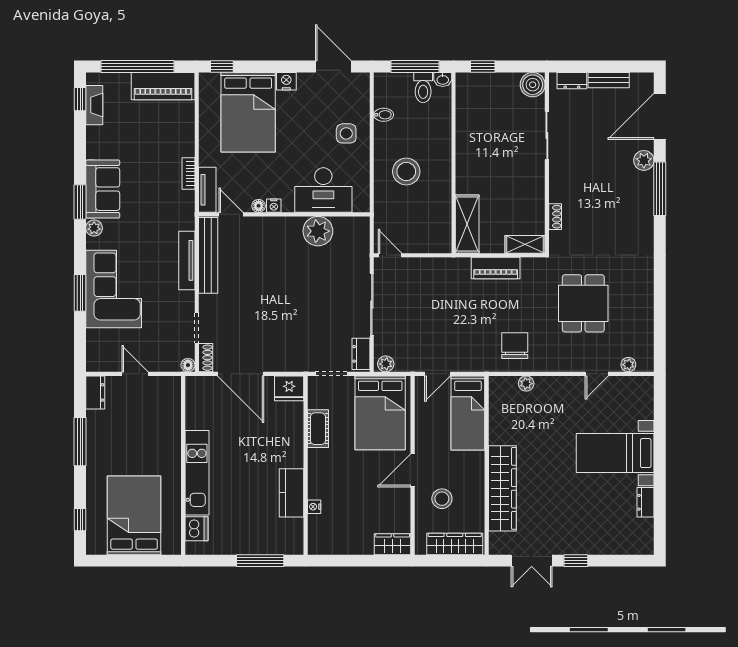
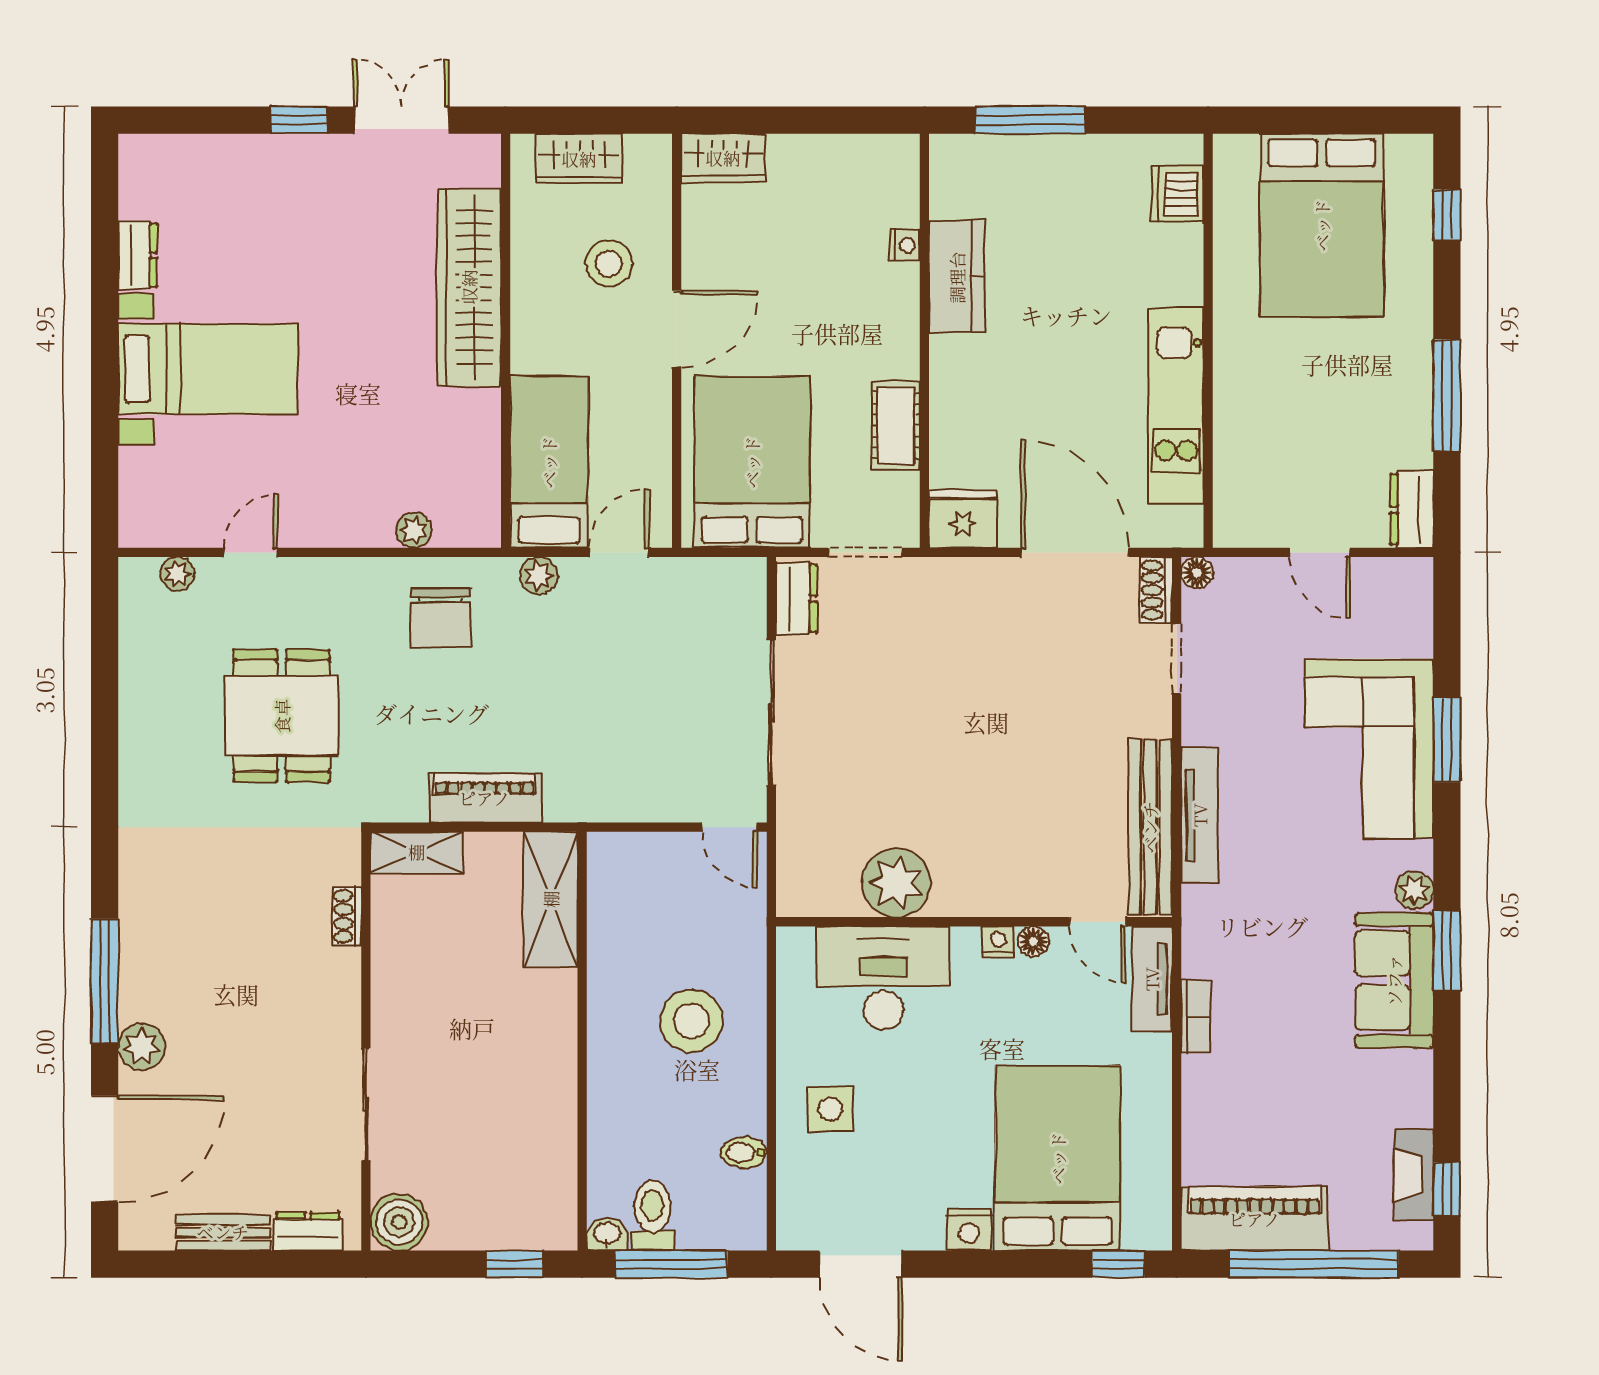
plant: (386, 364) -> (539, 576), moved
kitchen unit: (197, 473) -> (1176, 406), moved
wardrobe: (455, 544) -> (579, 159), width x0.67

